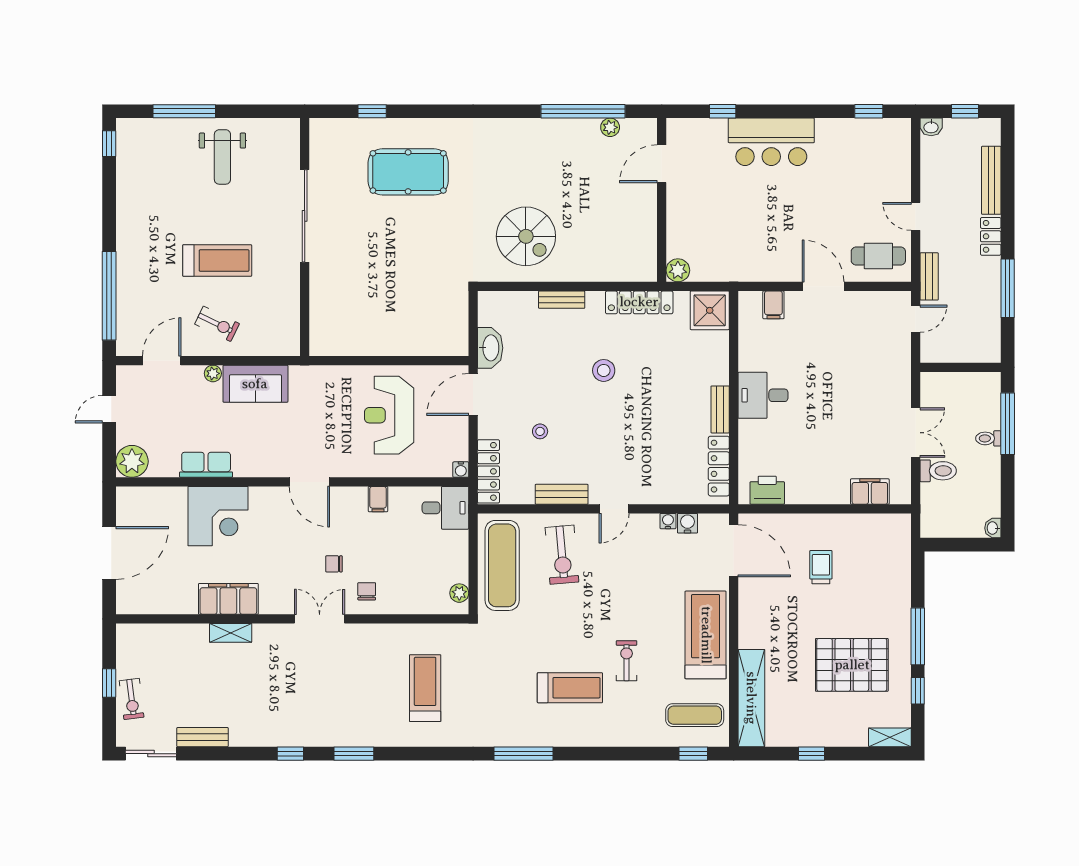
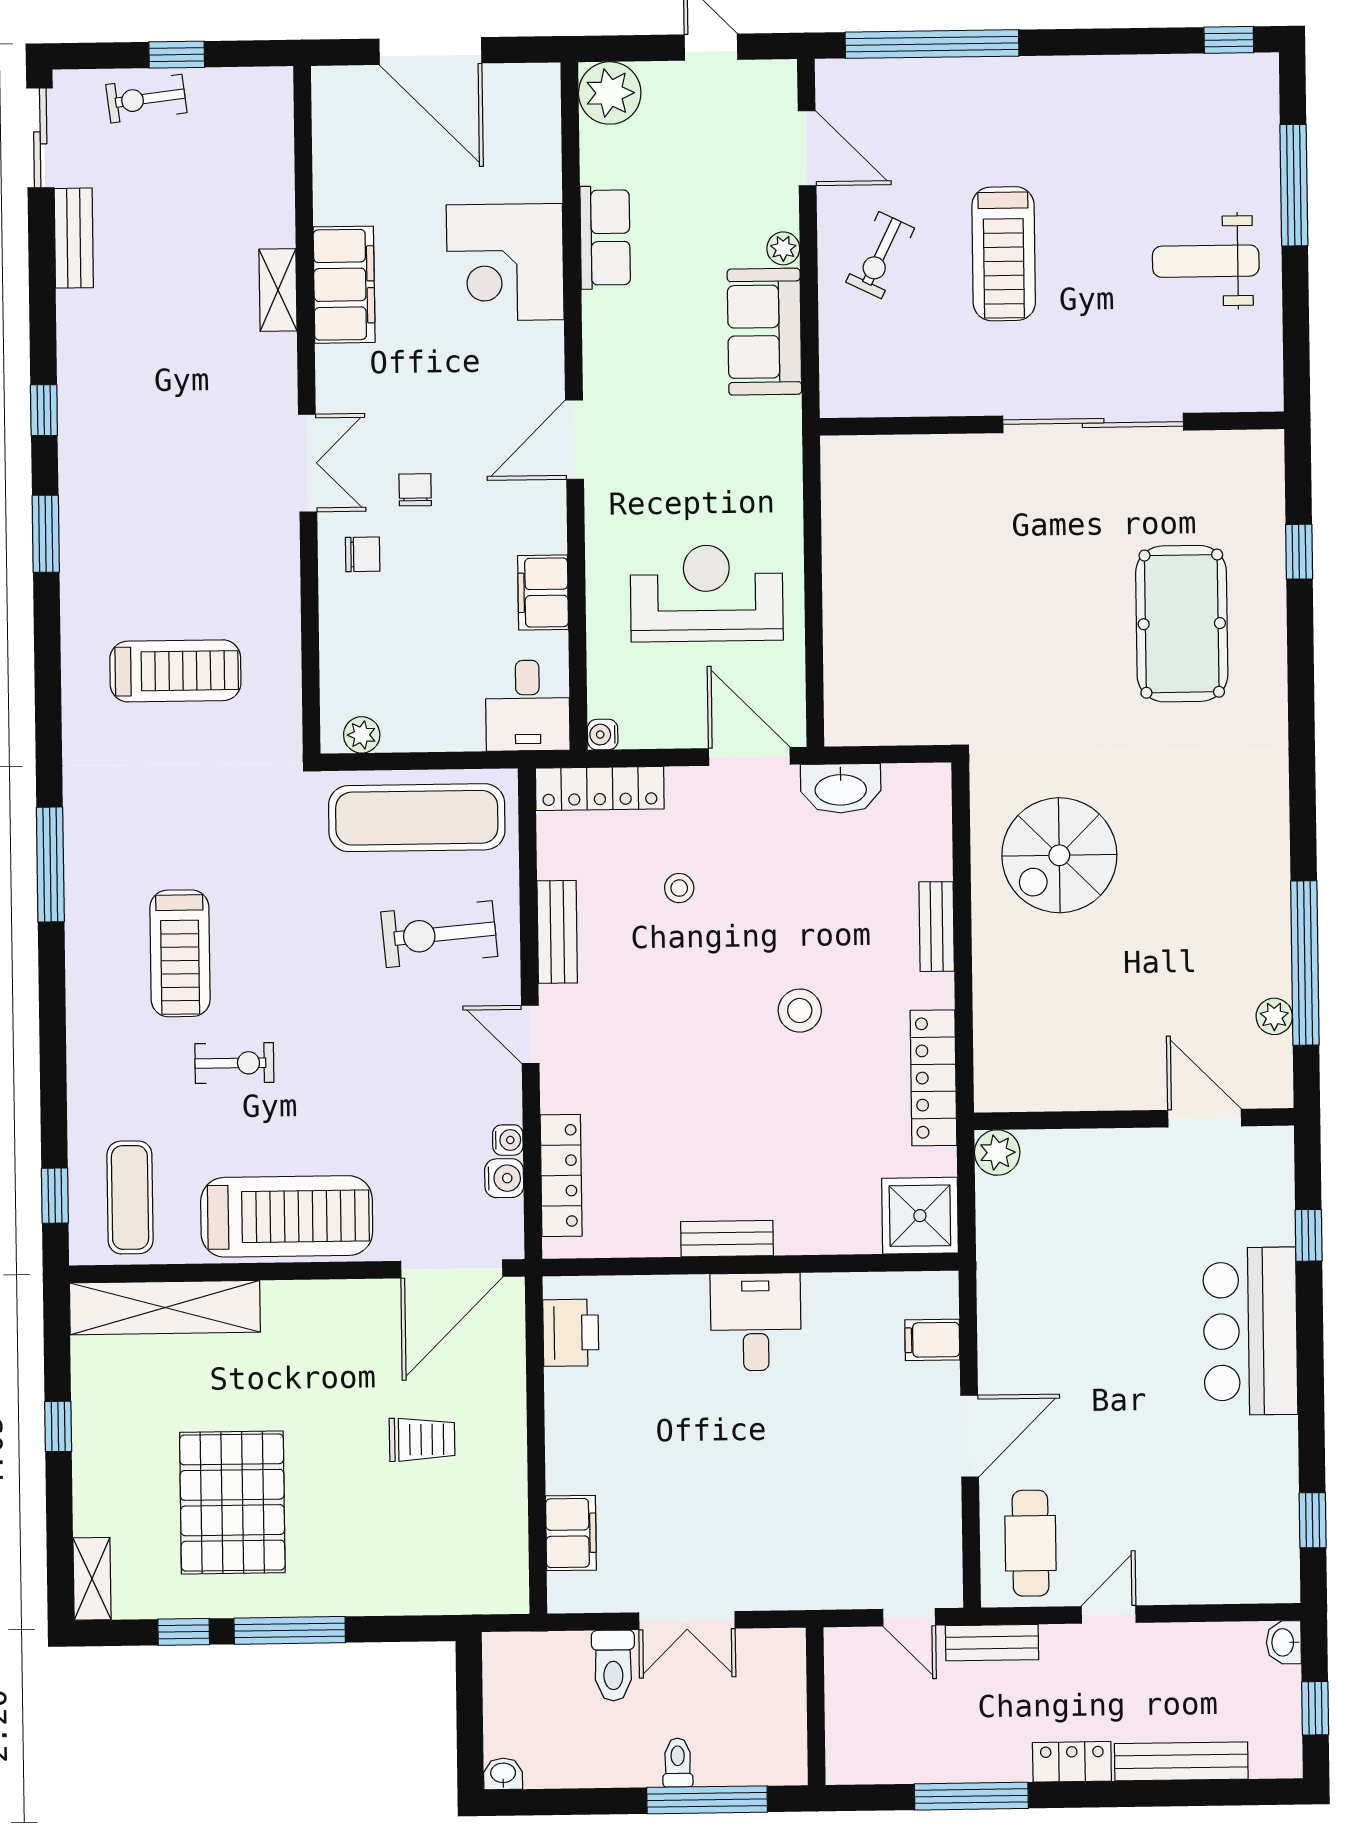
locker: (719, 466) -> (561, 1176), moved, turned 90
filing cabinet: (378, 499) -> (543, 593), width x2.00

